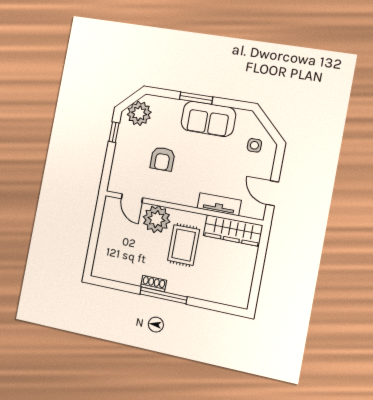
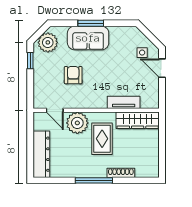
sofa: (208, 119) -> (88, 38), moved
armchair: (162, 159) -> (73, 75), turned 180
door: (272, 193) -> (162, 68), moved
dresser: (106, 249) -> (41, 154), added
shoe rack: (154, 283) -> (121, 173), moved, width x1.43

